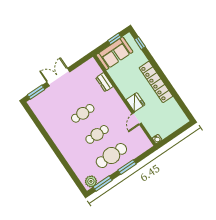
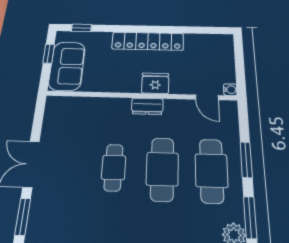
dresser: (104, 82) -> (147, 106), moved
door: (137, 119) -> (207, 97), moved
cafe table: (97, 134) -> (162, 169), width x1.37, depth x1.35

